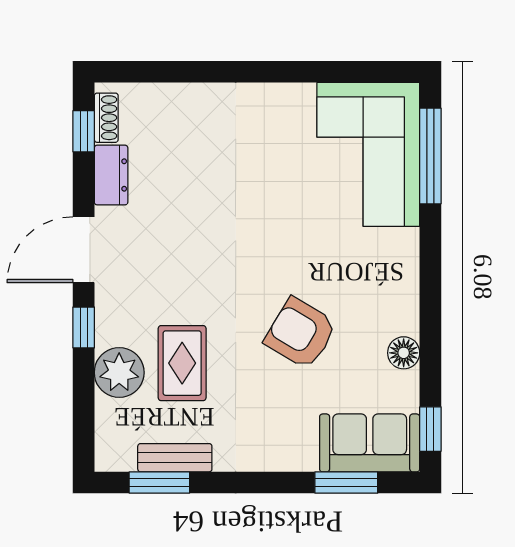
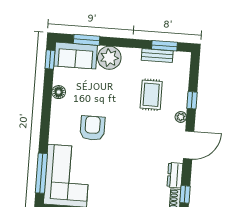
window: (84, 327) -> (192, 100), moved
armchair: (301, 333) -> (92, 128), moved, turned -121
plant: (119, 373) -> (181, 117), moved, width x0.53, depth x0.53
plant: (289, 444) -> (109, 58), added

